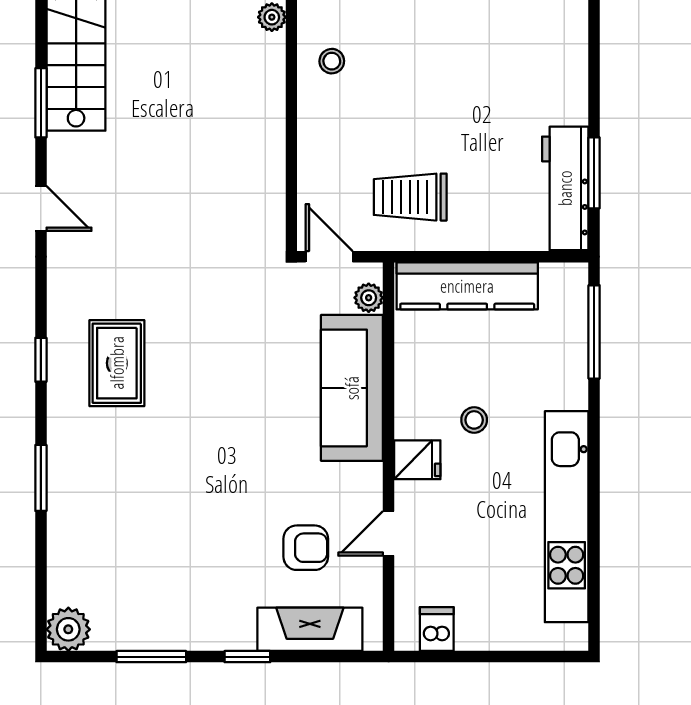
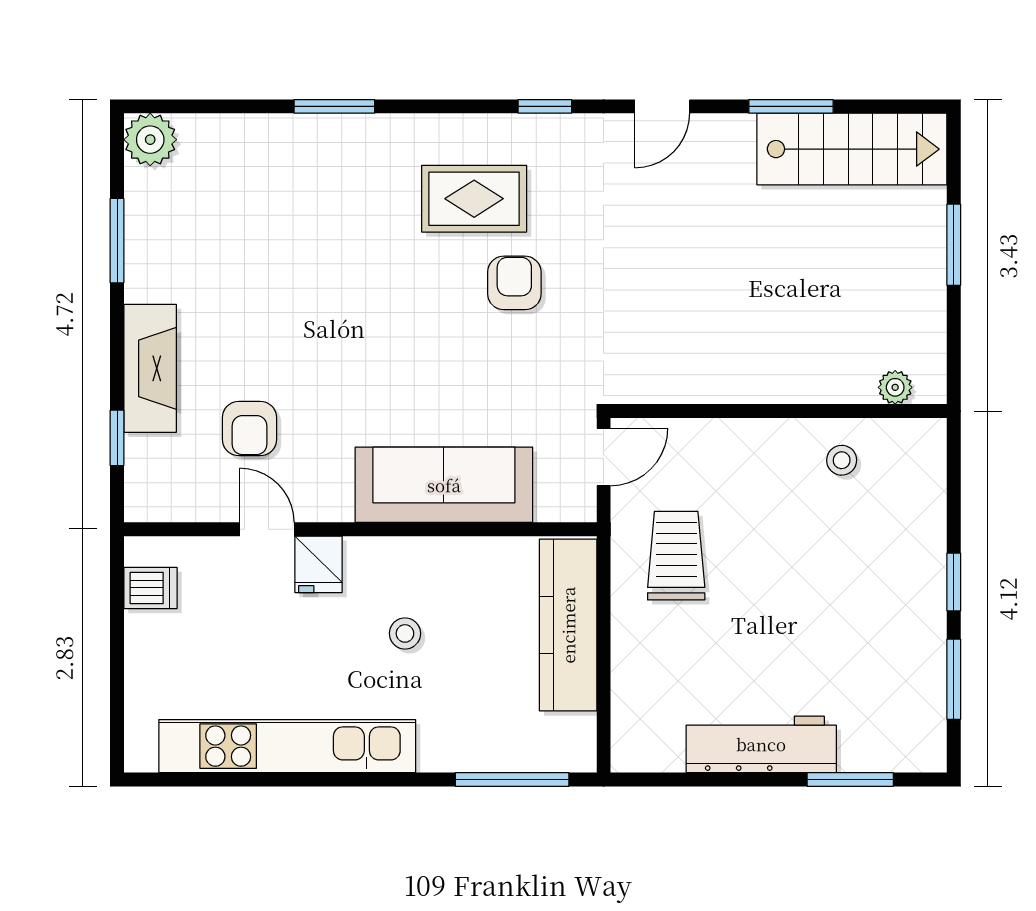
window: (594, 173) -> (850, 779), moved
workbench: (565, 188) -> (761, 744), moved
plant: (369, 298) -> (554, 505), removed
armchair: (186, 330) -> (514, 283), added
window: (41, 360) -> (545, 106), moved
fridge: (417, 460) -> (319, 564), moved
fireplace: (310, 629) -> (150, 368), moved
window: (247, 657) -> (117, 438), moved

